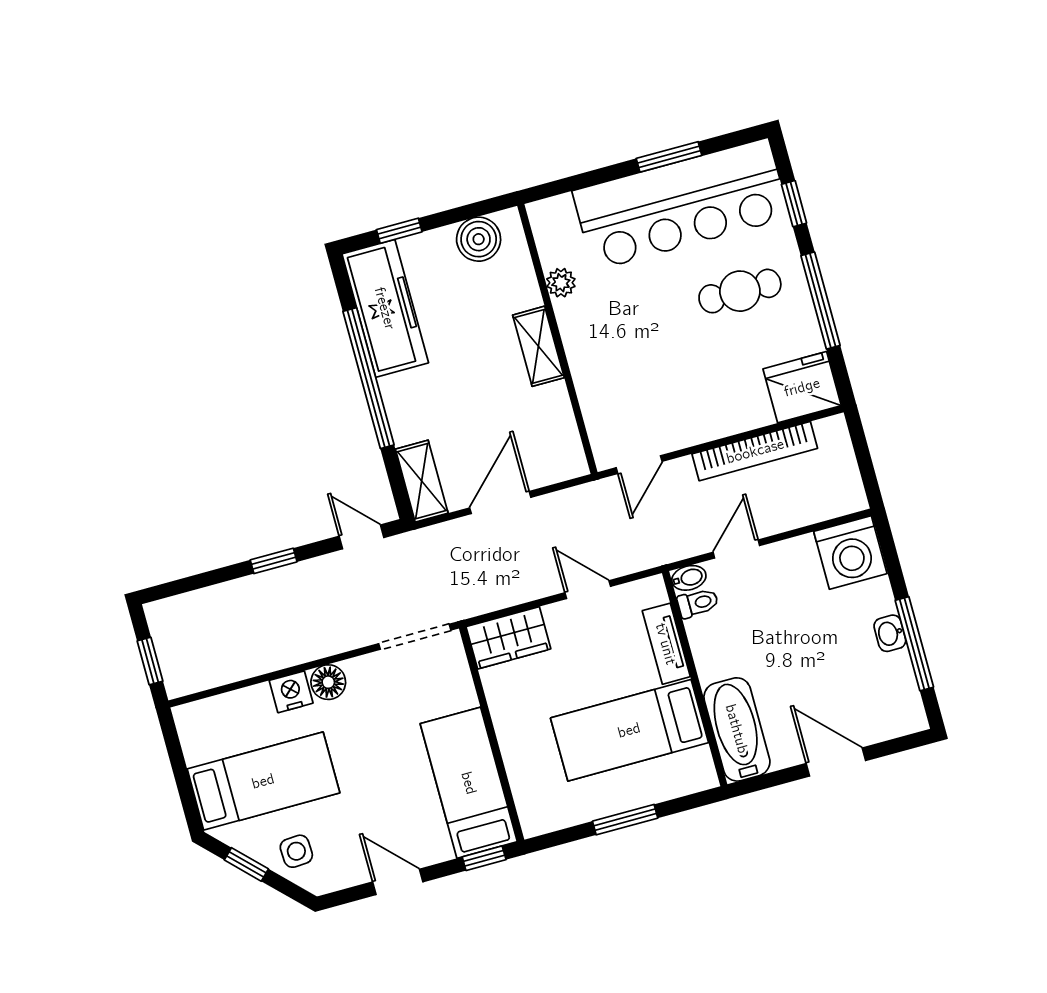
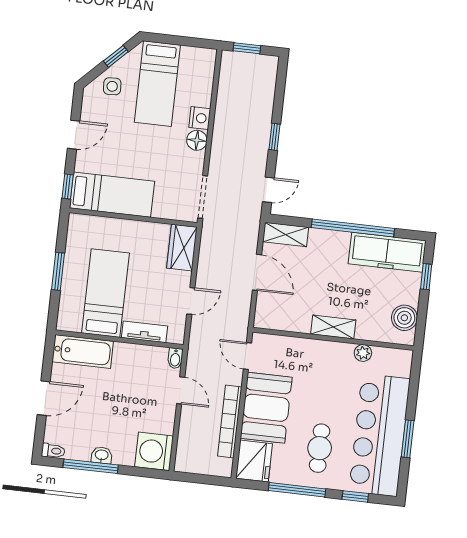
booth: (710, 402) -> (266, 408), added
toilet: (698, 603) -> (53, 451), moved, turned -90

